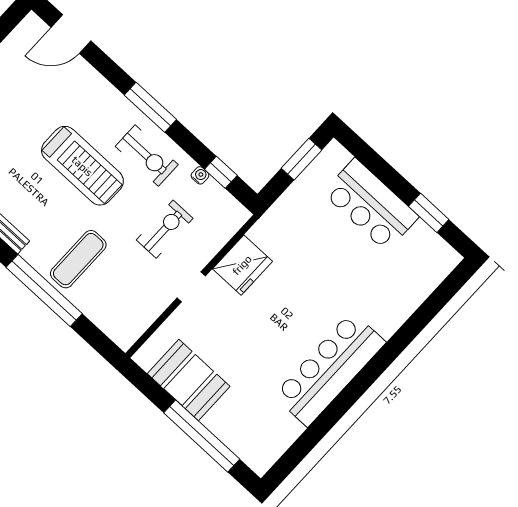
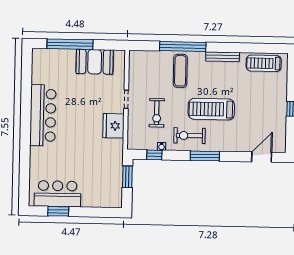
window: (302, 159) -> (127, 177), moved
bar counter: (371, 205) -> (57, 194), moved

